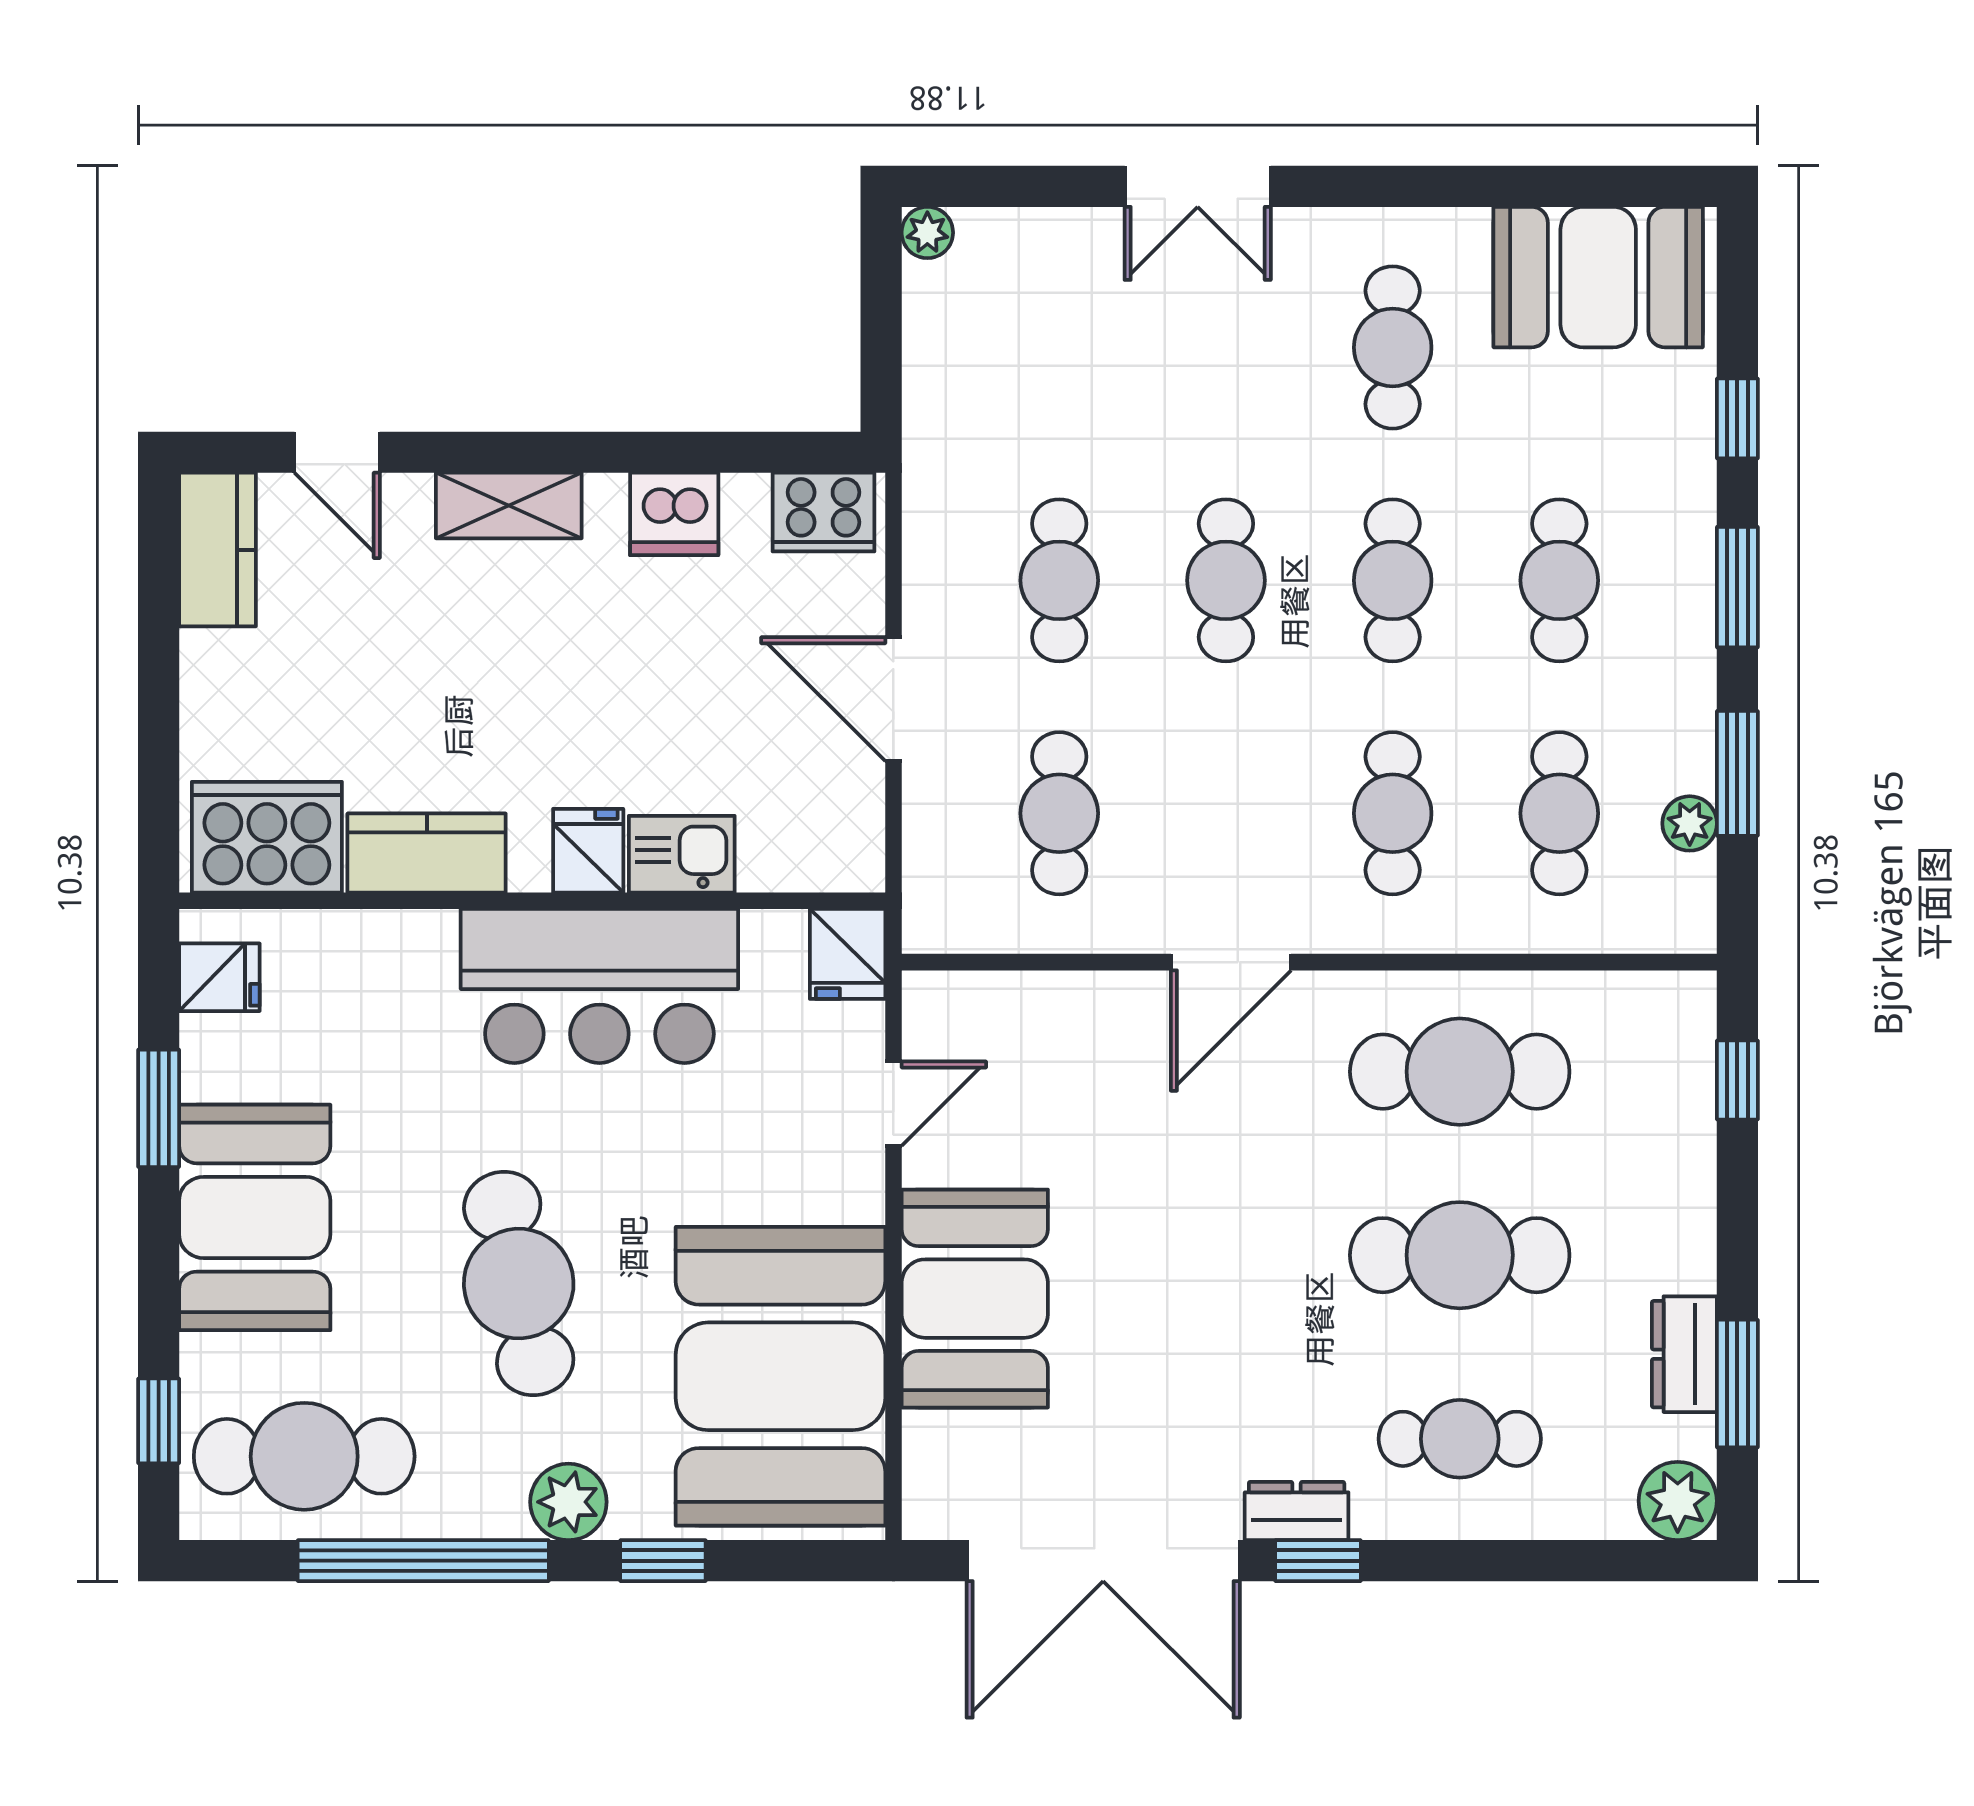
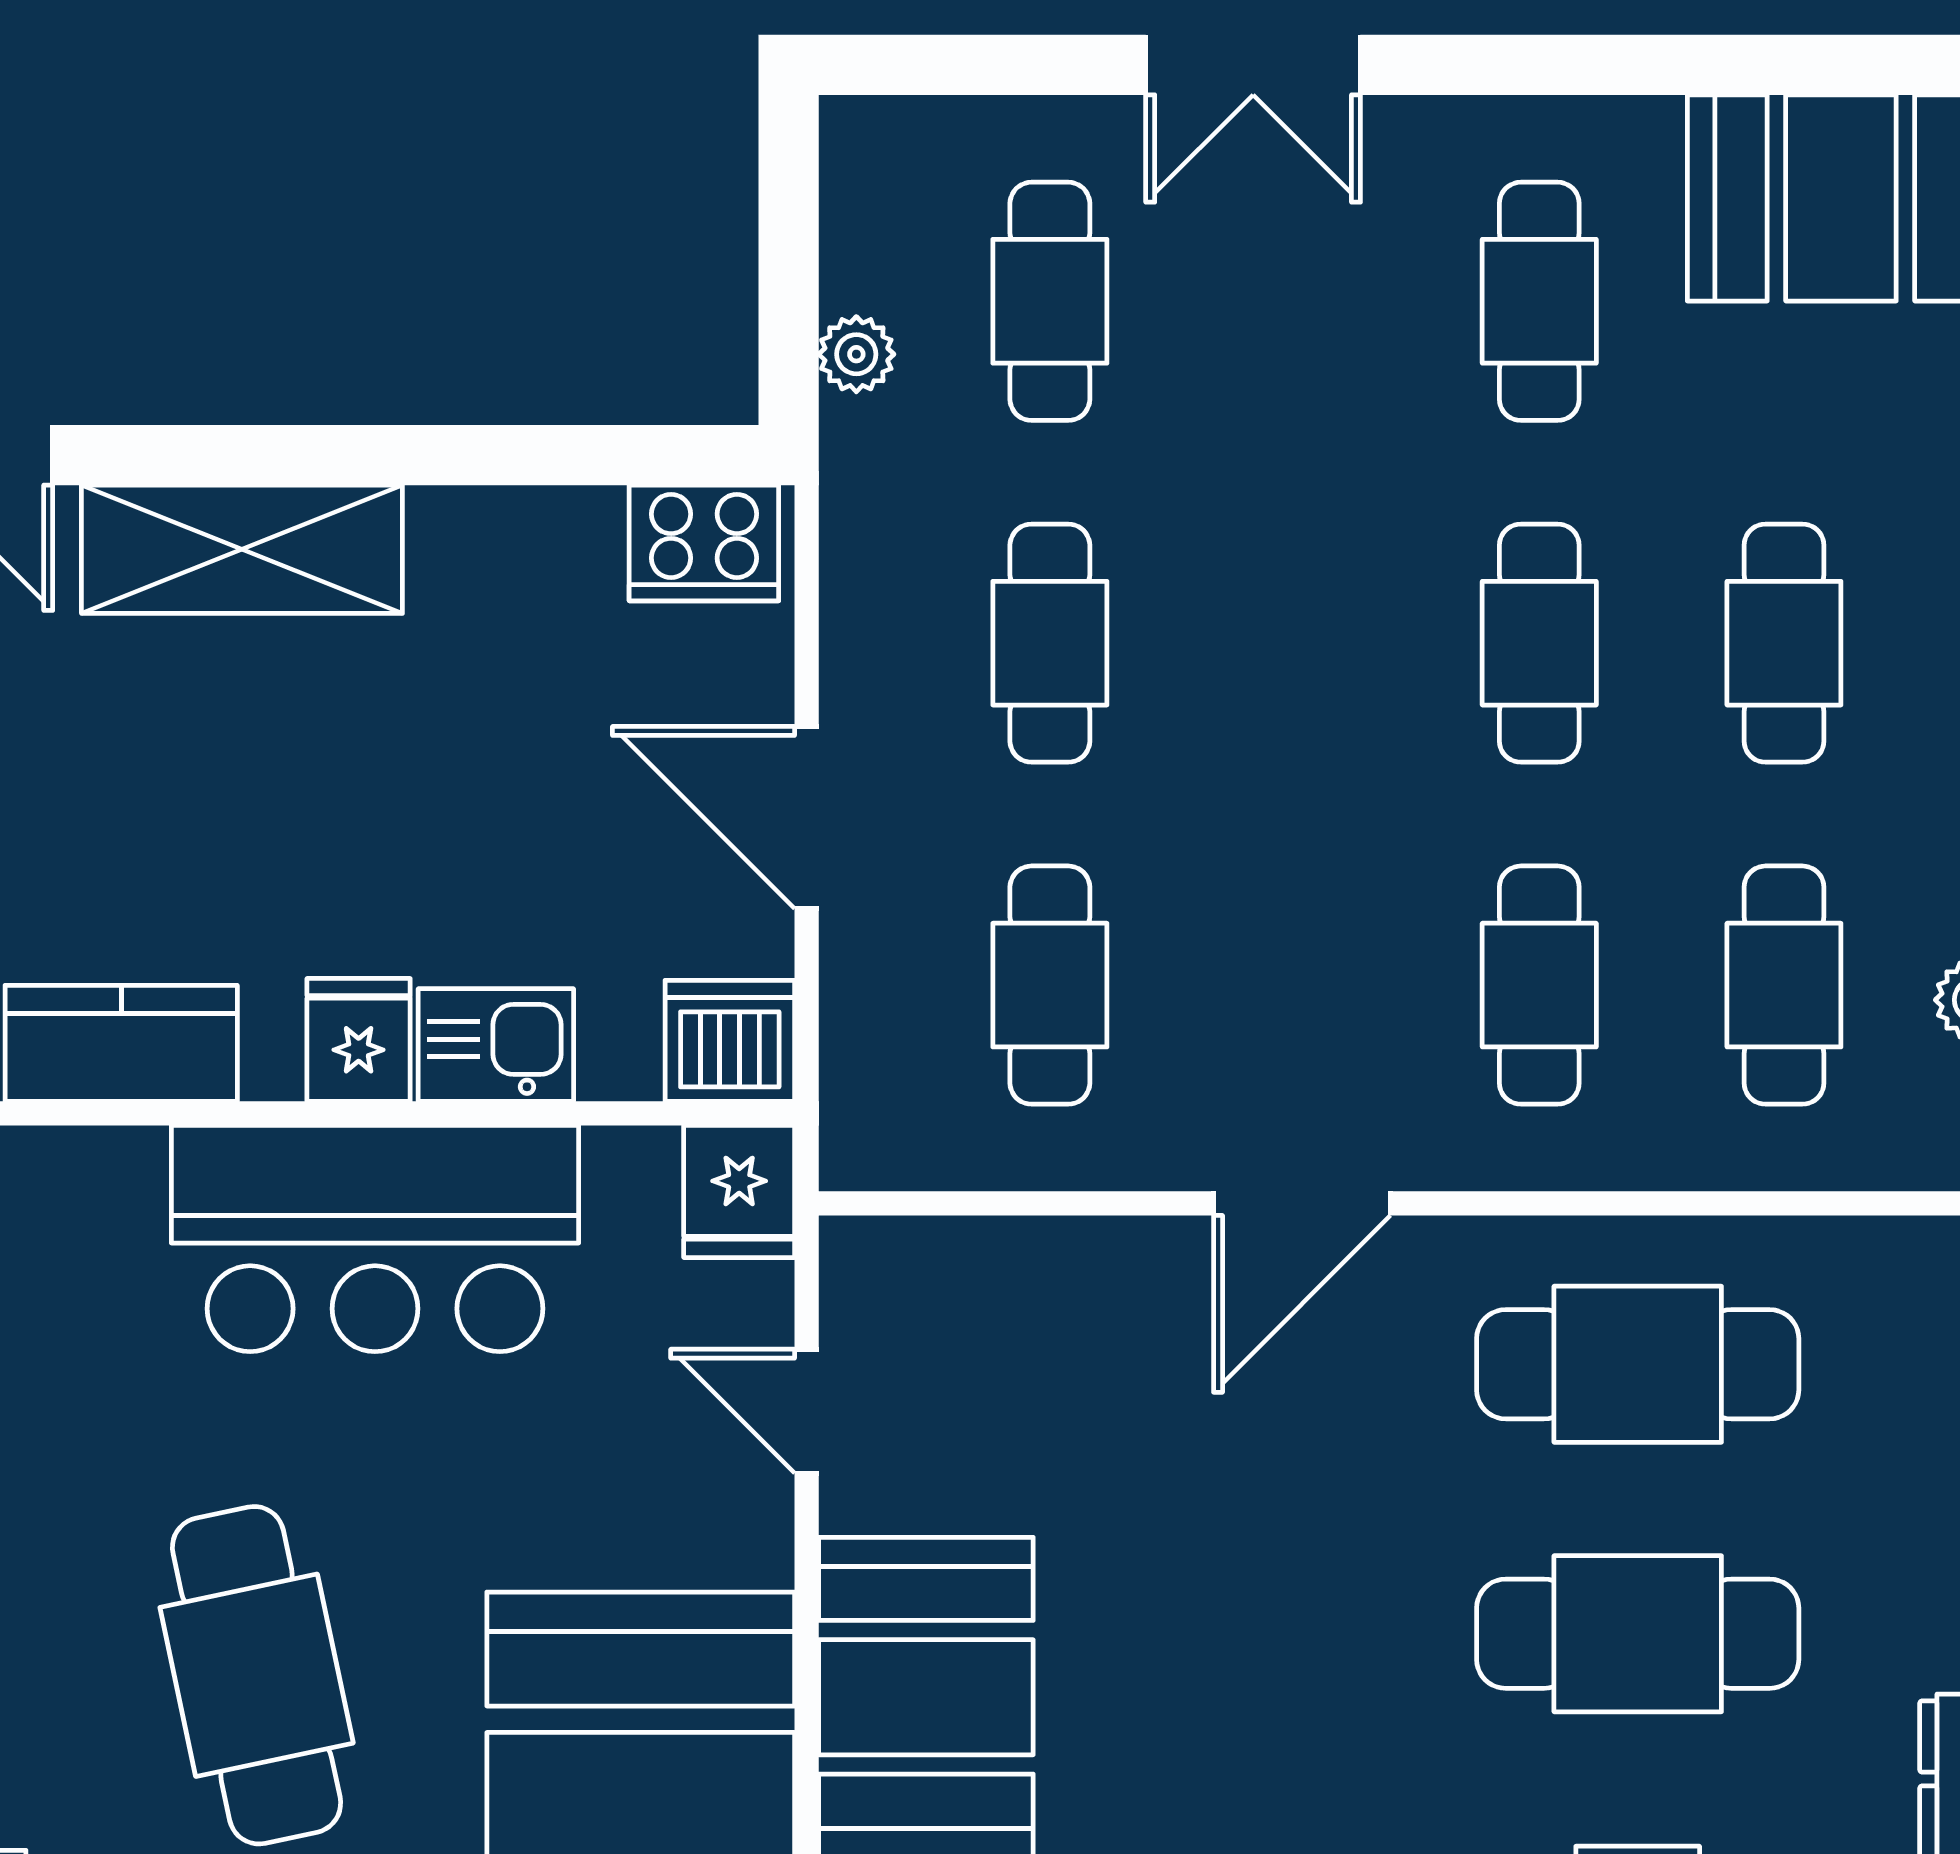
plant: (927, 233) -> (856, 354), moved
shelving: (509, 505) -> (242, 549), width x1.50, depth x1.33
dishwasher: (674, 514) -> (730, 1041), moved, turned 180
cafe table: (1226, 580) -> (1050, 301), moved
door: (893, 1104) -> (807, 1411), swing flipped

